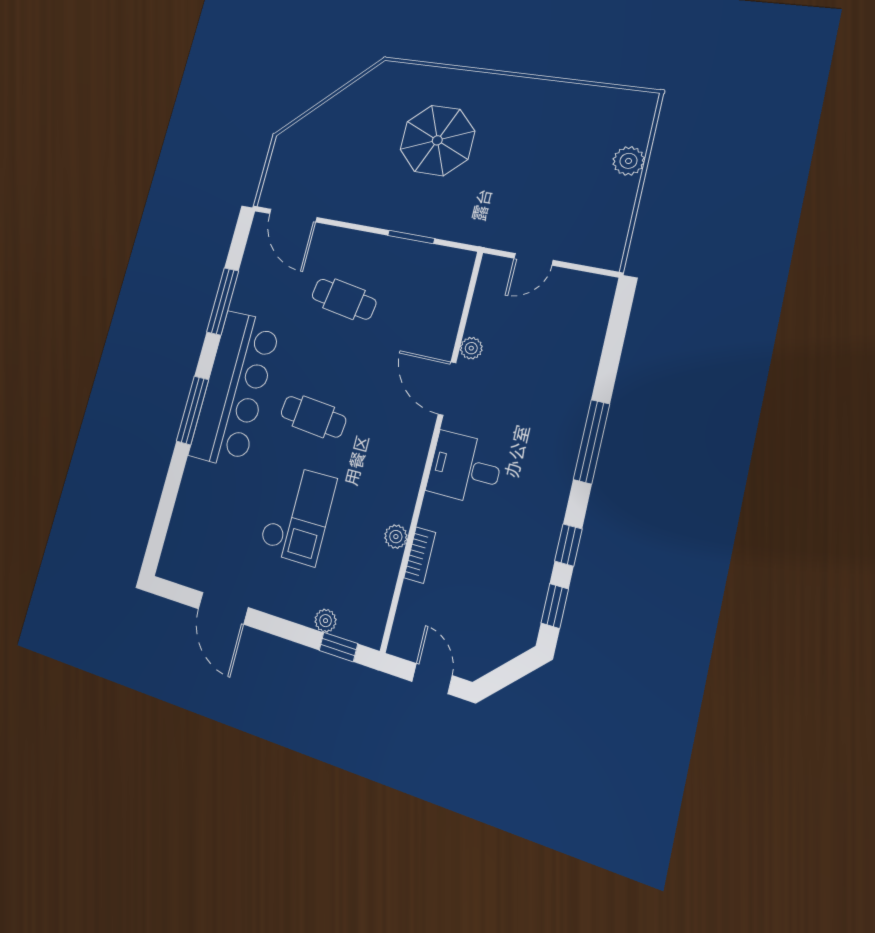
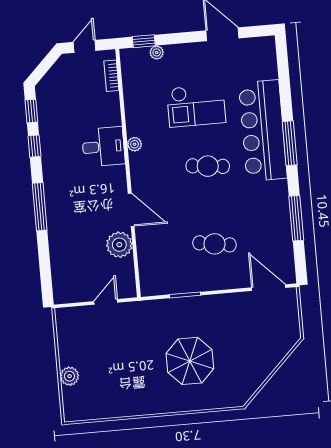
plant: (471, 348) -> (119, 245), width x1.88, depth x1.88
bar counter: (235, 389) -> (263, 131), moved
desk: (465, 468) -> (103, 147), moved
checkout: (298, 514) -> (196, 105), turned -90
plant: (396, 537) -> (135, 144), moved
bookcase: (420, 555) -> (111, 76), moved
door: (432, 679) -> (85, 46), swing flipped

